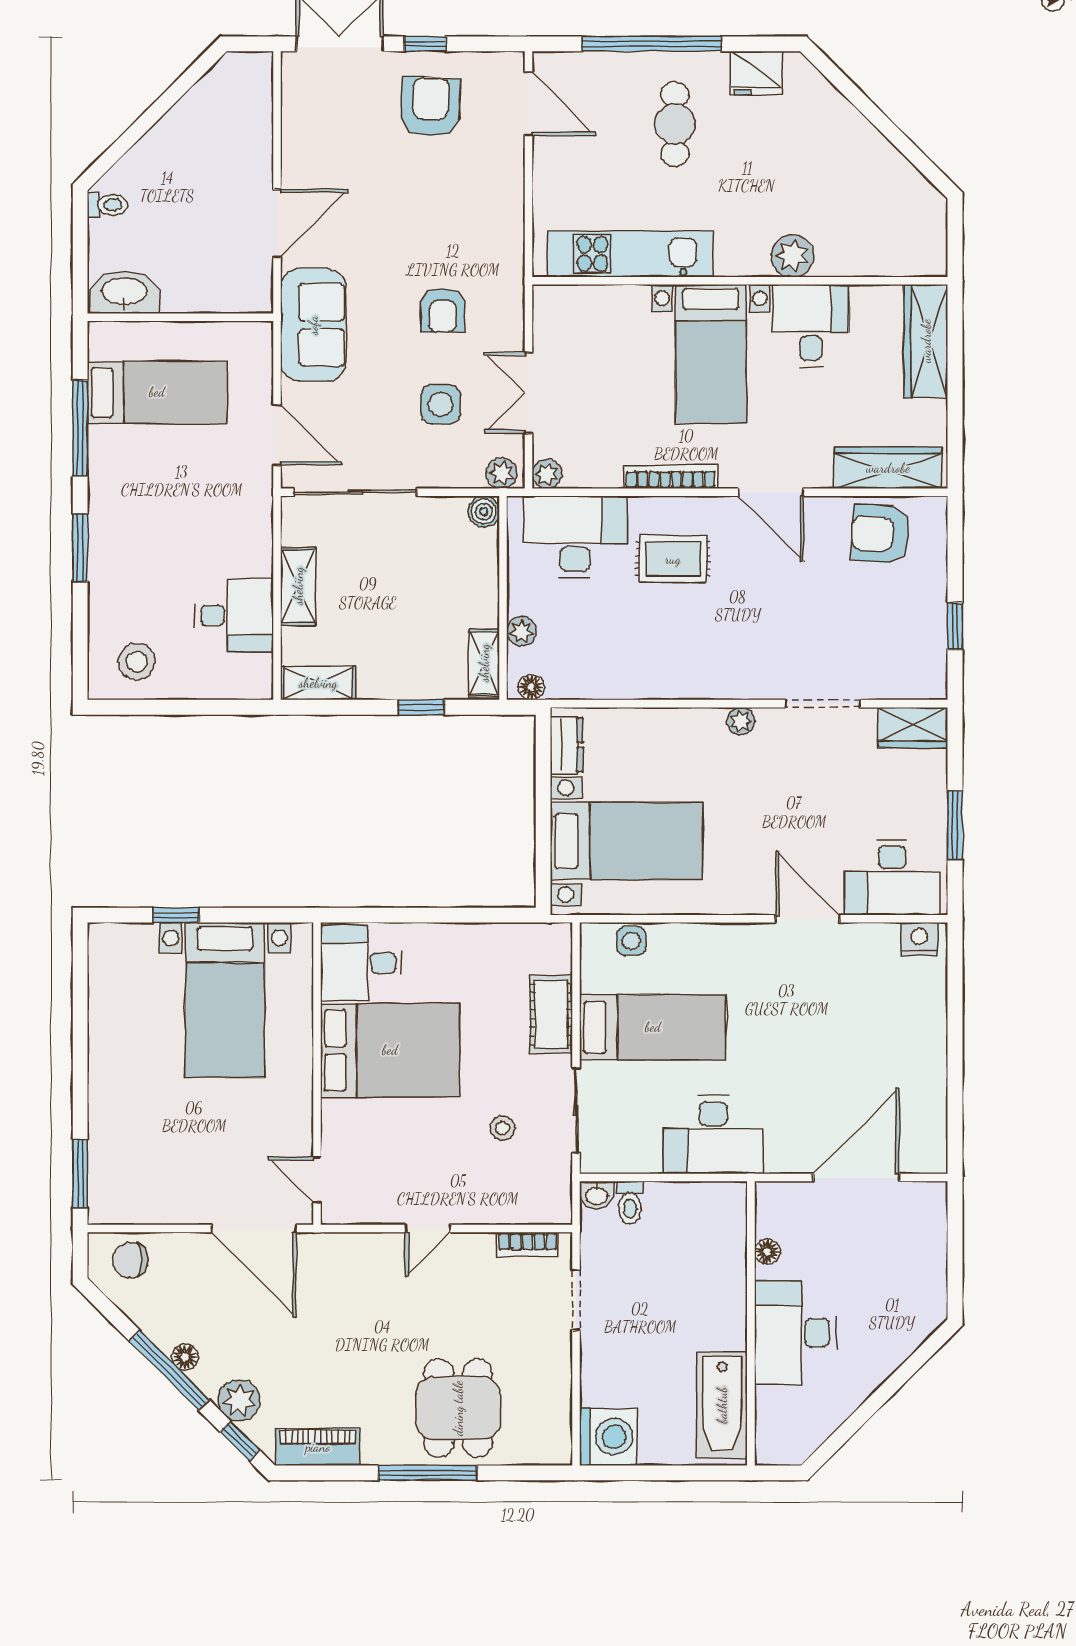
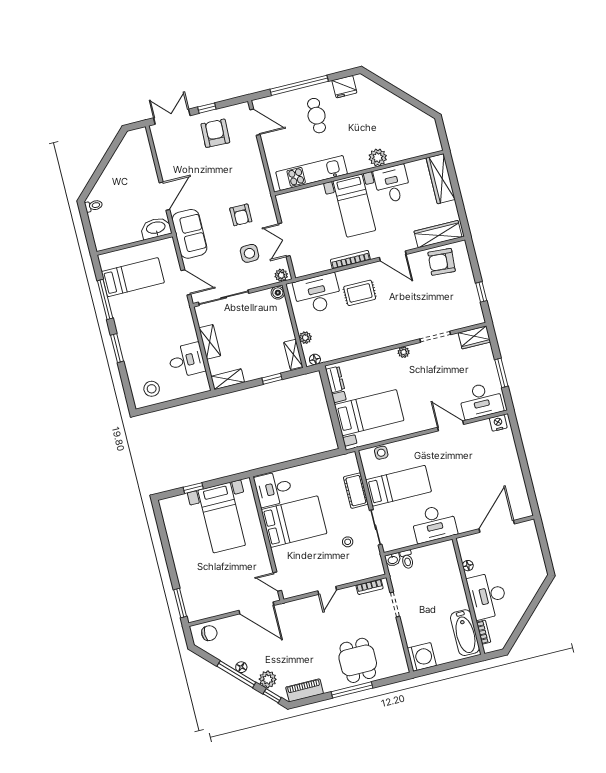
washbasin: (124, 292) -> (156, 228), moved
plant: (547, 474) -> (300, 271), removed
chair: (130, 1260) -> (209, 633), turned 180
bookcase: (766, 1415) -> (484, 632), added

